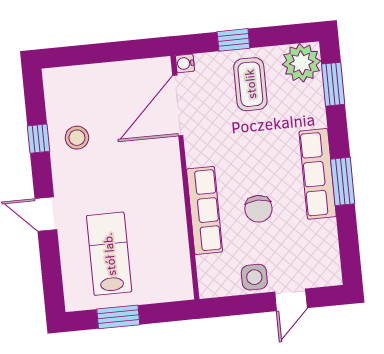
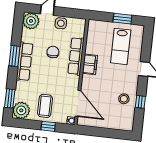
door: (178, 105) -> (78, 103), hinge flipped
filing cabinet: (169, 199) -> (90, 64), added
plant: (322, 268) -> (31, 21), added

